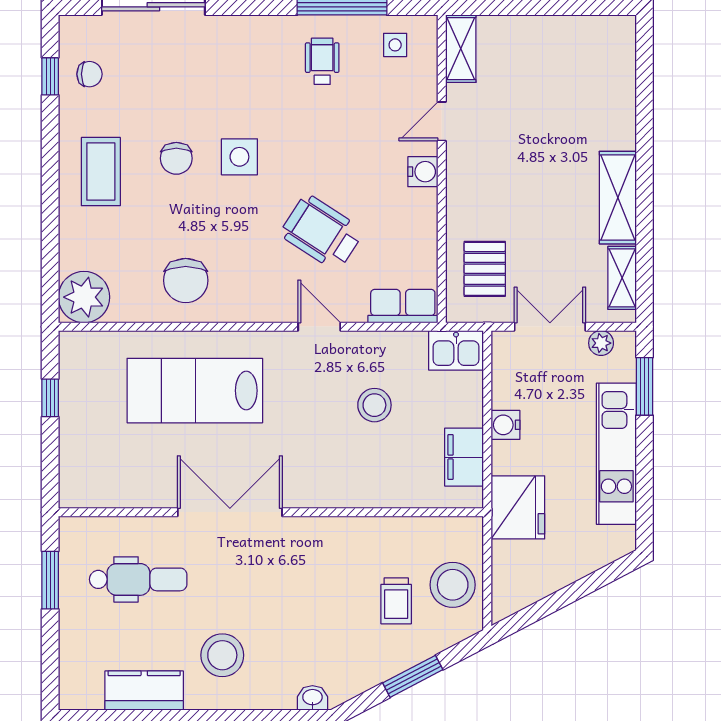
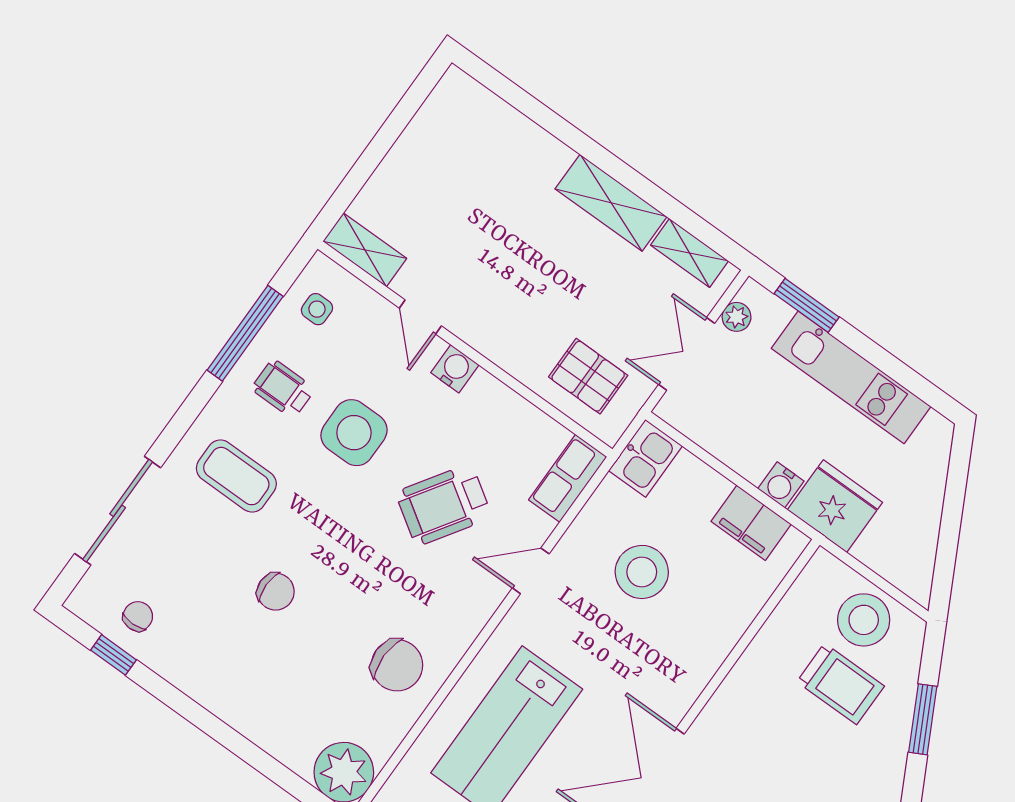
side table: (239, 157) -> (354, 433), moved, width x1.37, depth x1.37
coffee table: (101, 172) -> (236, 476), moved
stool: (374, 405) -> (642, 572), width x1.38, depth x1.38
water cooler: (506, 425) -> (781, 485), moved
trolley: (396, 601) -> (841, 684), width x1.36, depth x1.39

